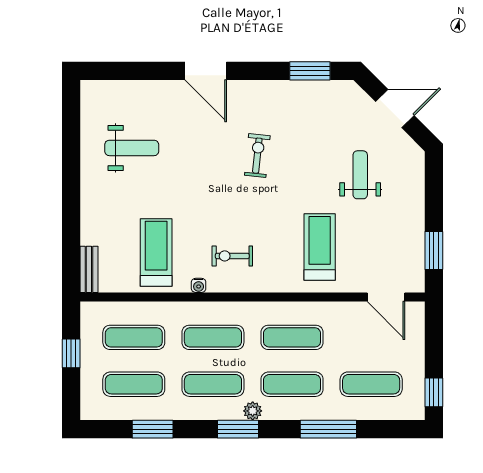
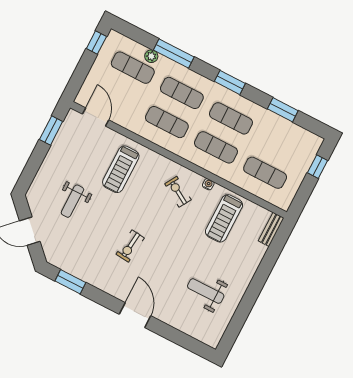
exercise bike: (232, 256) -> (178, 192), turned -149
window: (71, 353) -> (318, 167), moved
exercise mat: (134, 384) -> (280, 144), removed
plant: (253, 411) -> (151, 56), moved

